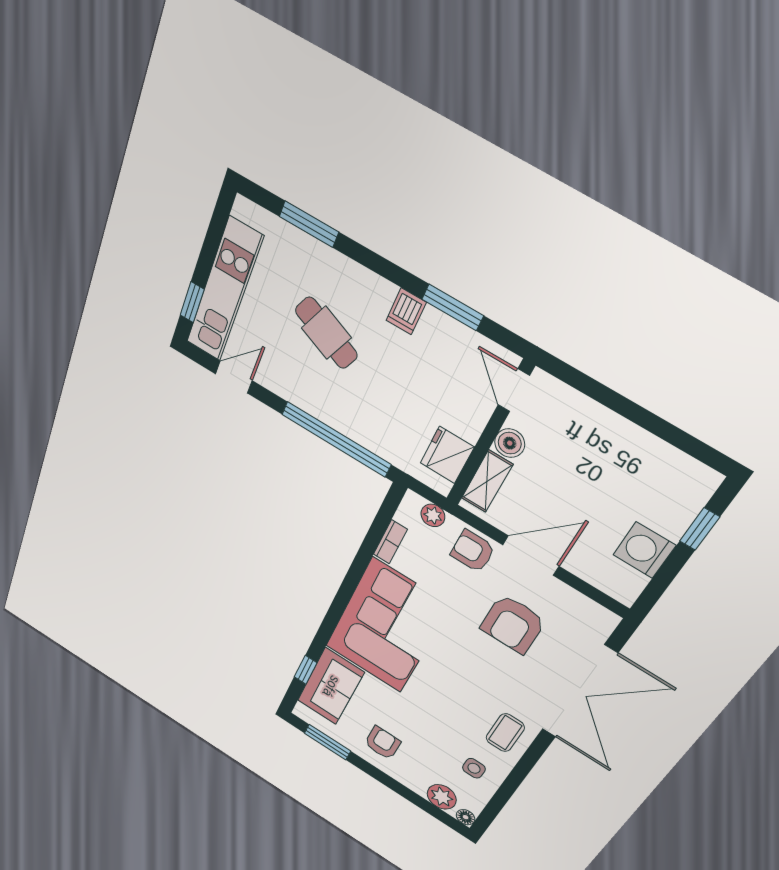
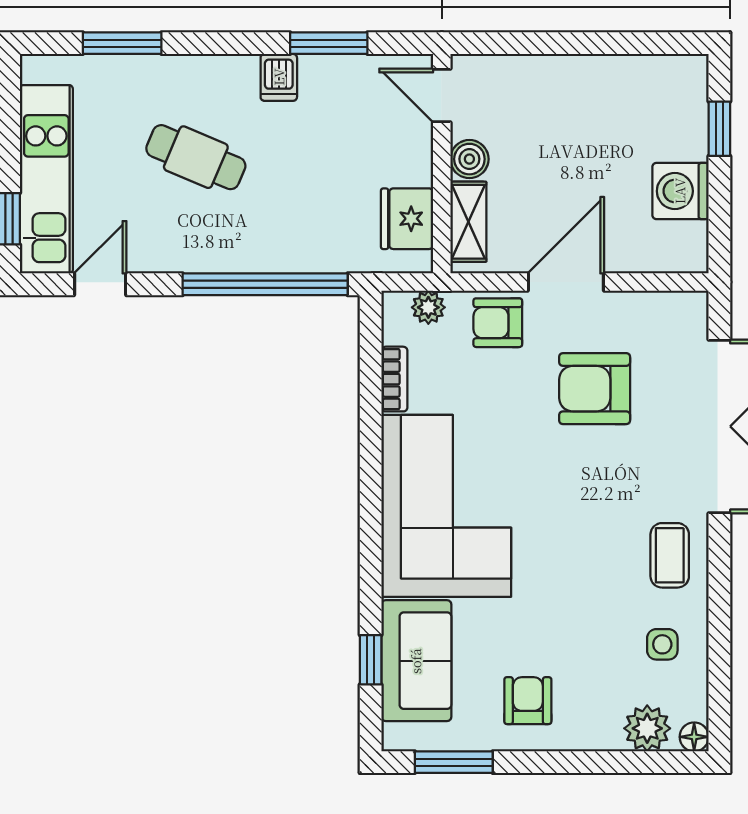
armchair: (513, 624) -> (595, 389), turned 90

